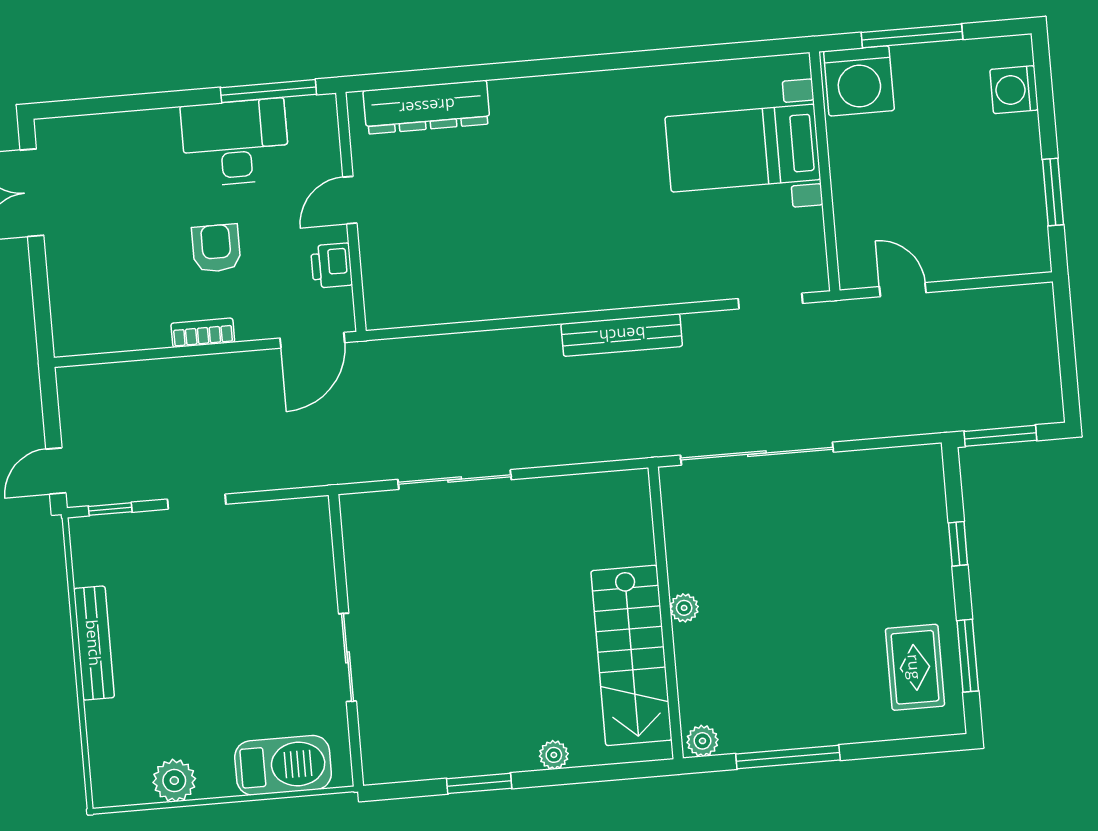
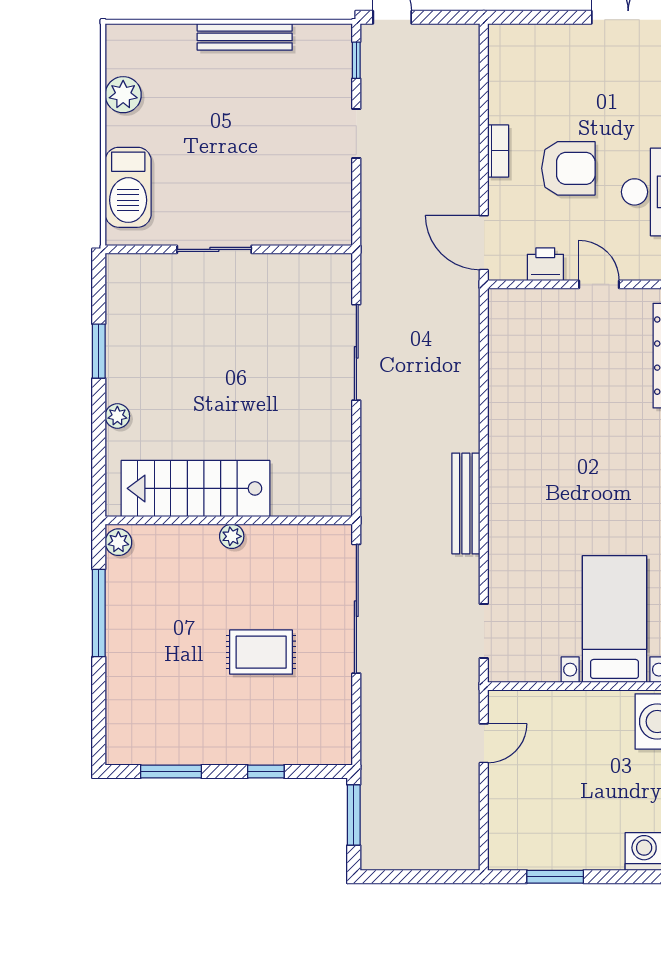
armchair: (216, 248) -> (568, 168), width x1.38, depth x1.38
rug: (915, 667) -> (261, 652), moved

